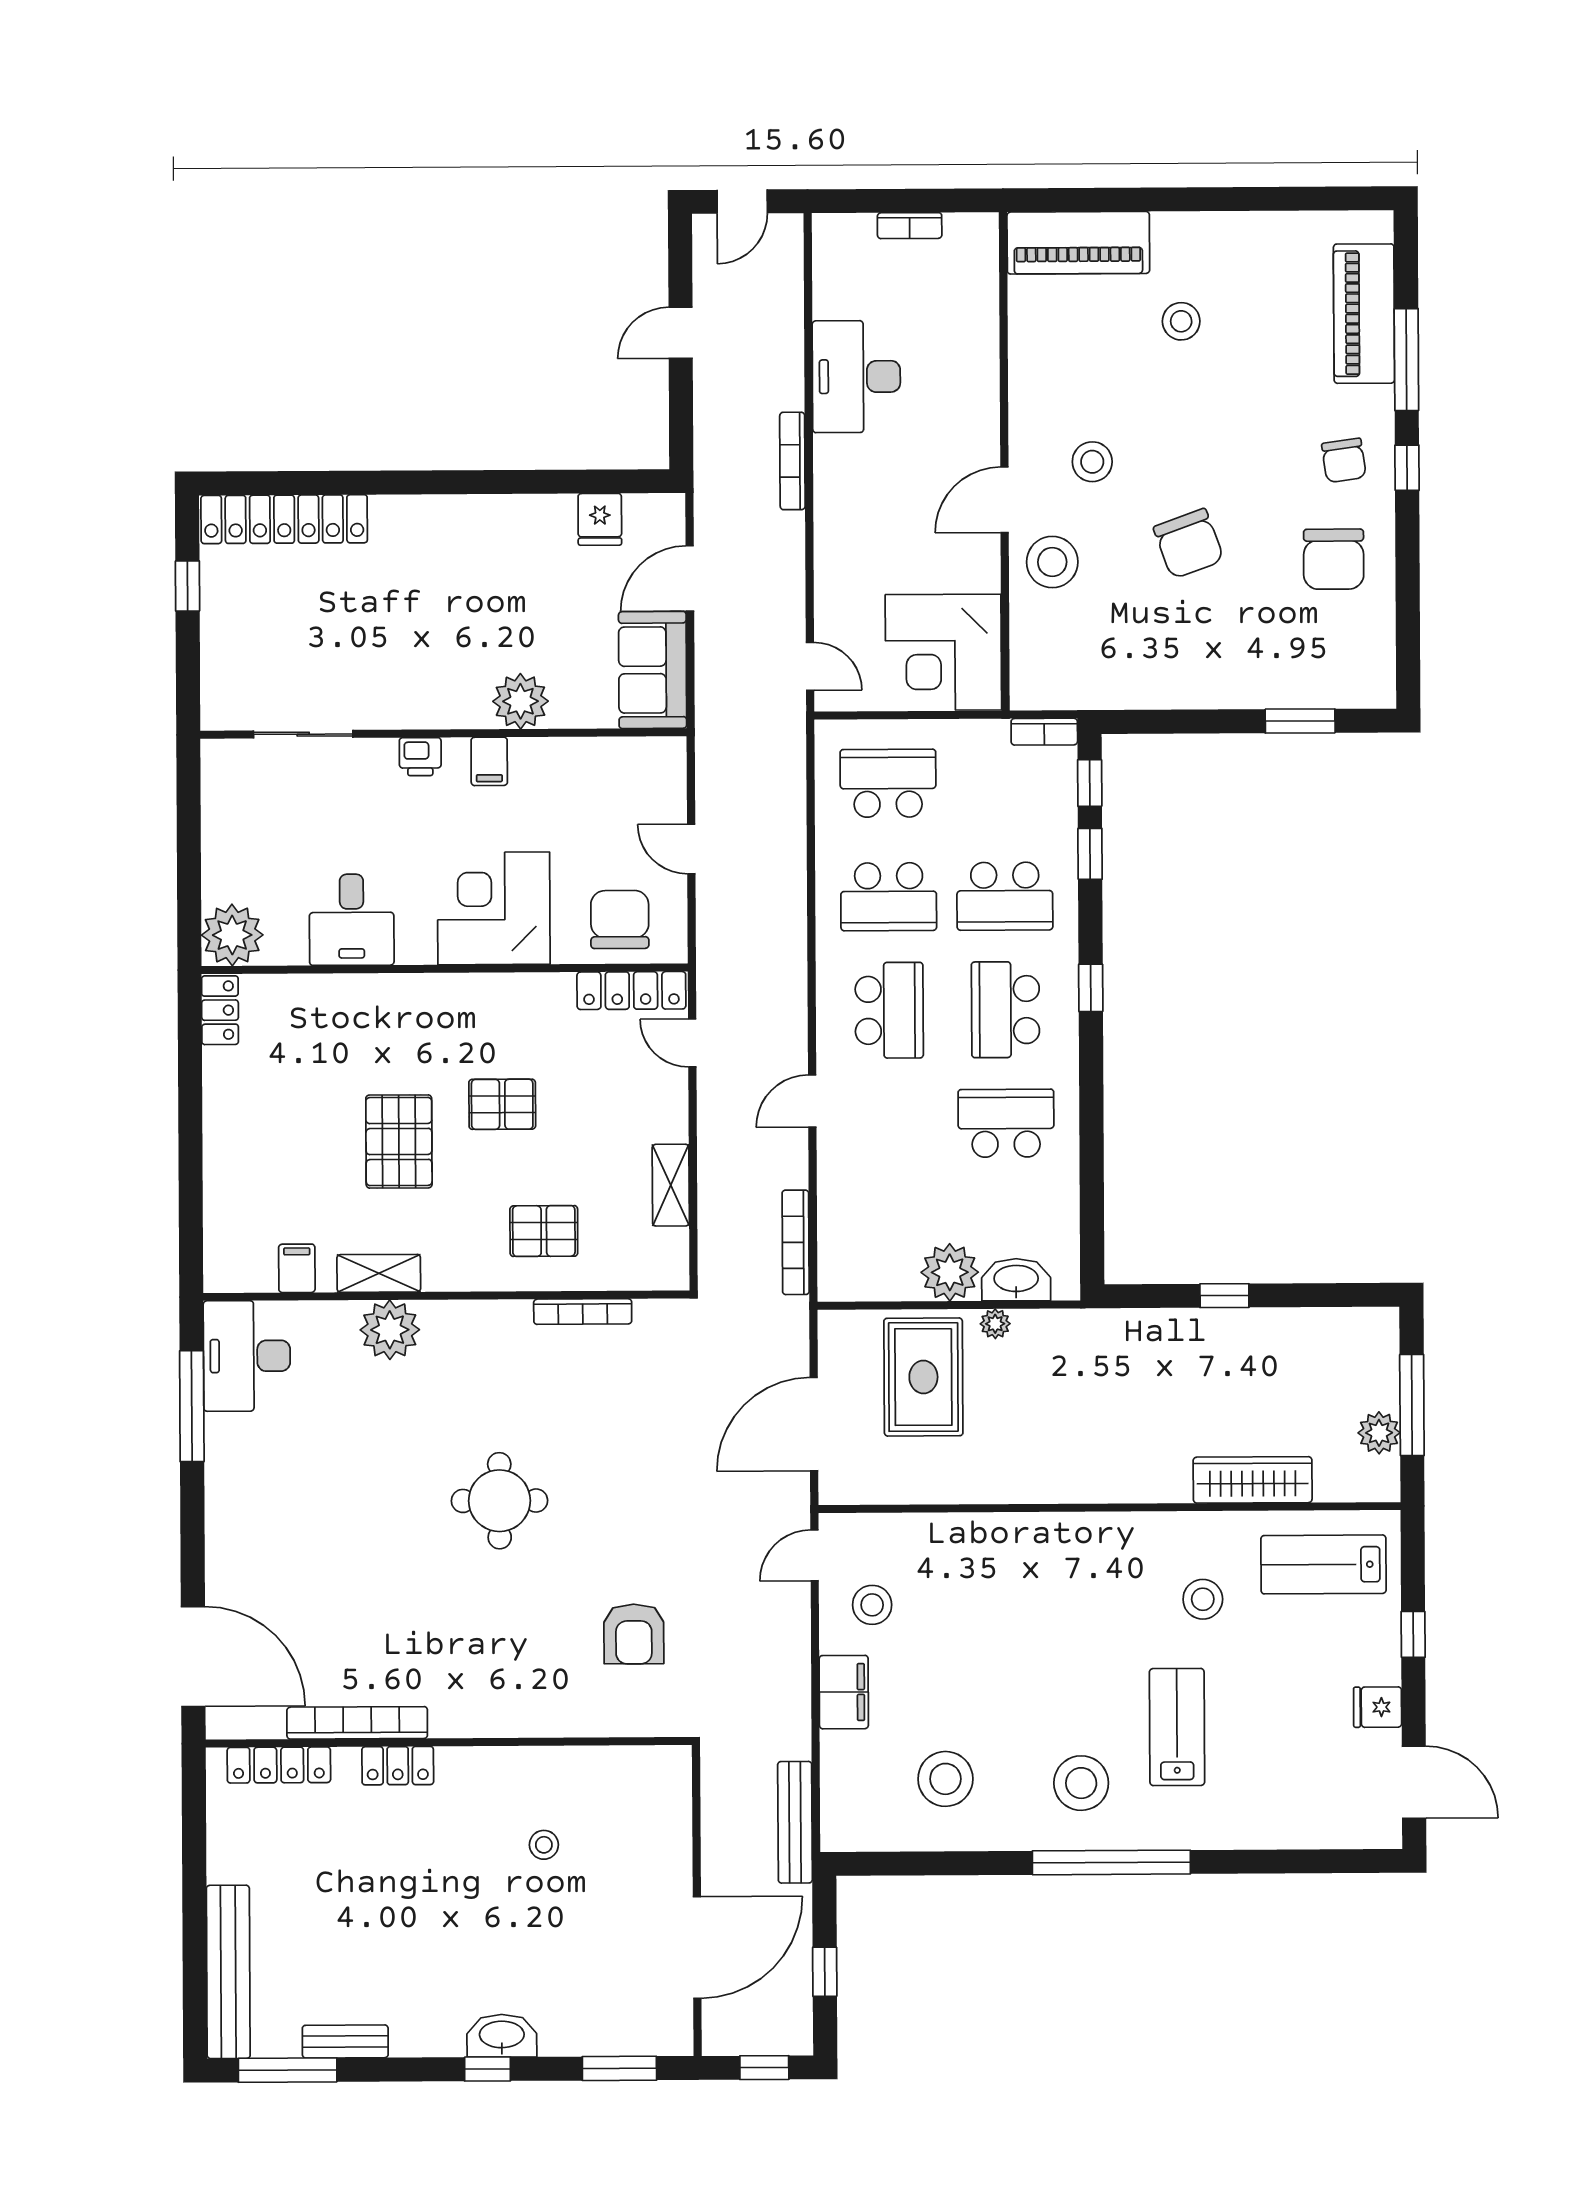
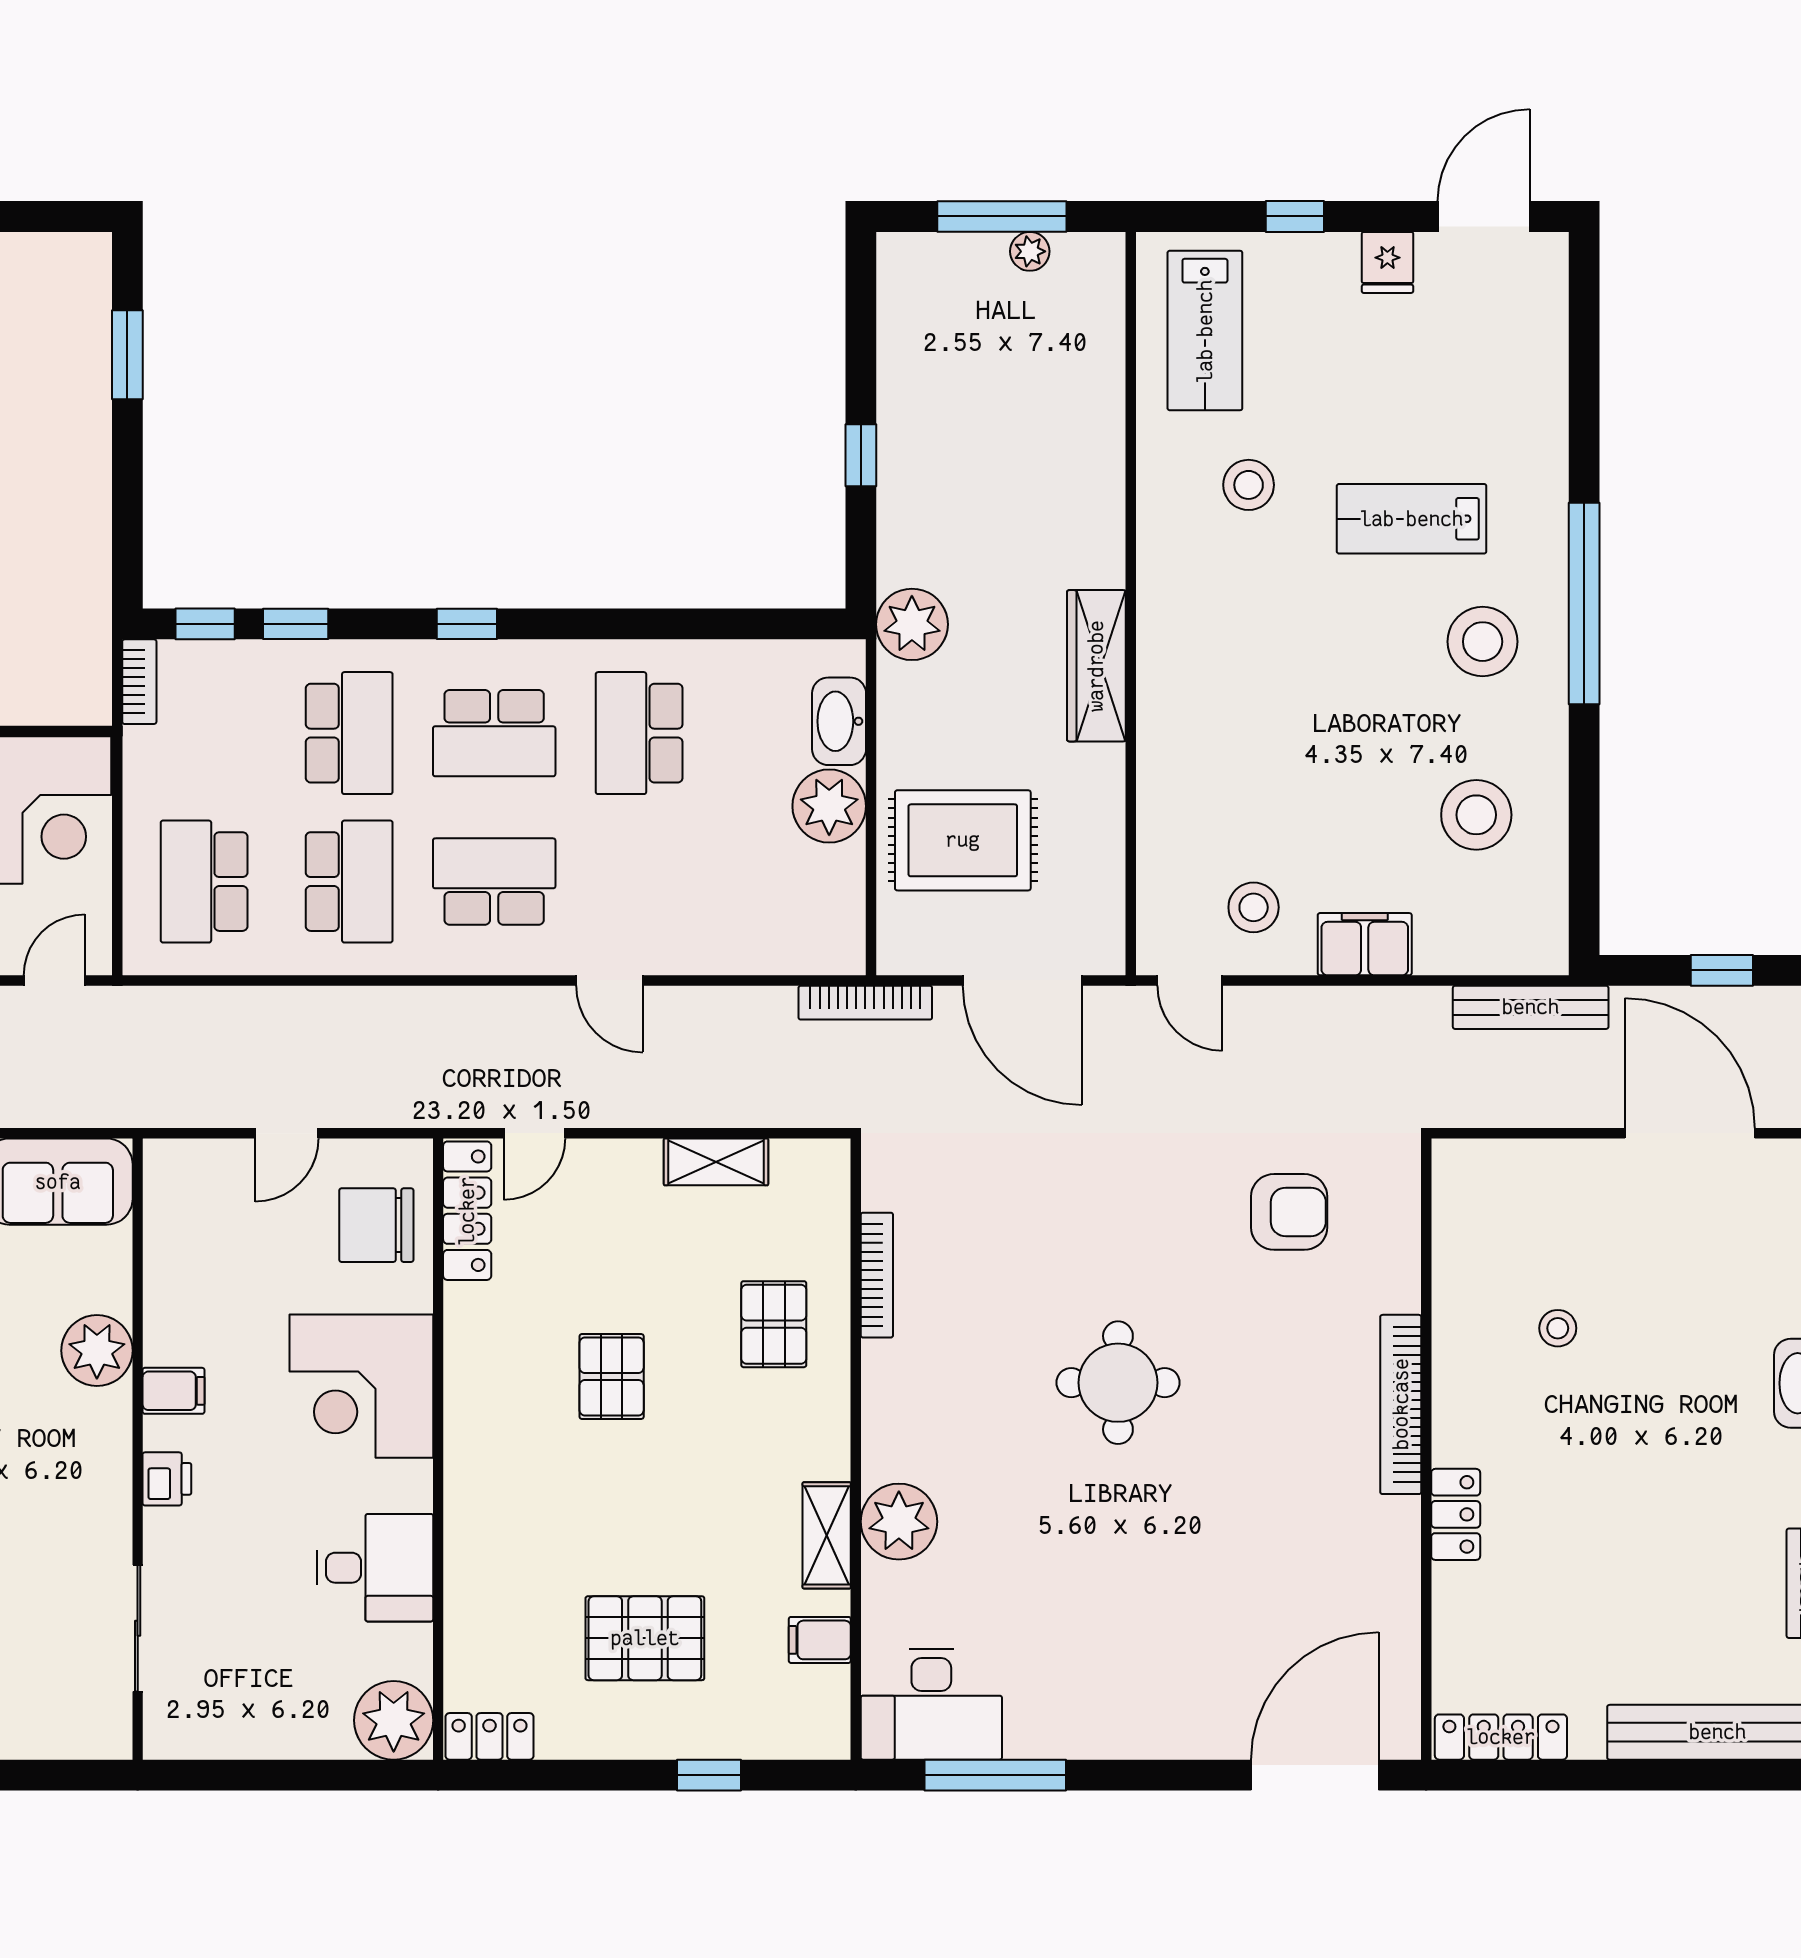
pallet: (399, 1141) -> (645, 1638), moved
window: (191, 1182) -> (709, 1775), added
bookcase: (796, 1242) -> (865, 1003), moved
plant: (995, 1324) -> (912, 624), moved, width x1.88, depth x1.88
plant: (1379, 1433) -> (1030, 251), width x0.73, depth x0.73
wardrobe: (1253, 1480) -> (1096, 666), moved
bookcase: (357, 1723) -> (1401, 1404), moved
locker: (279, 1765) -> (1501, 1737), moved, turned -90

